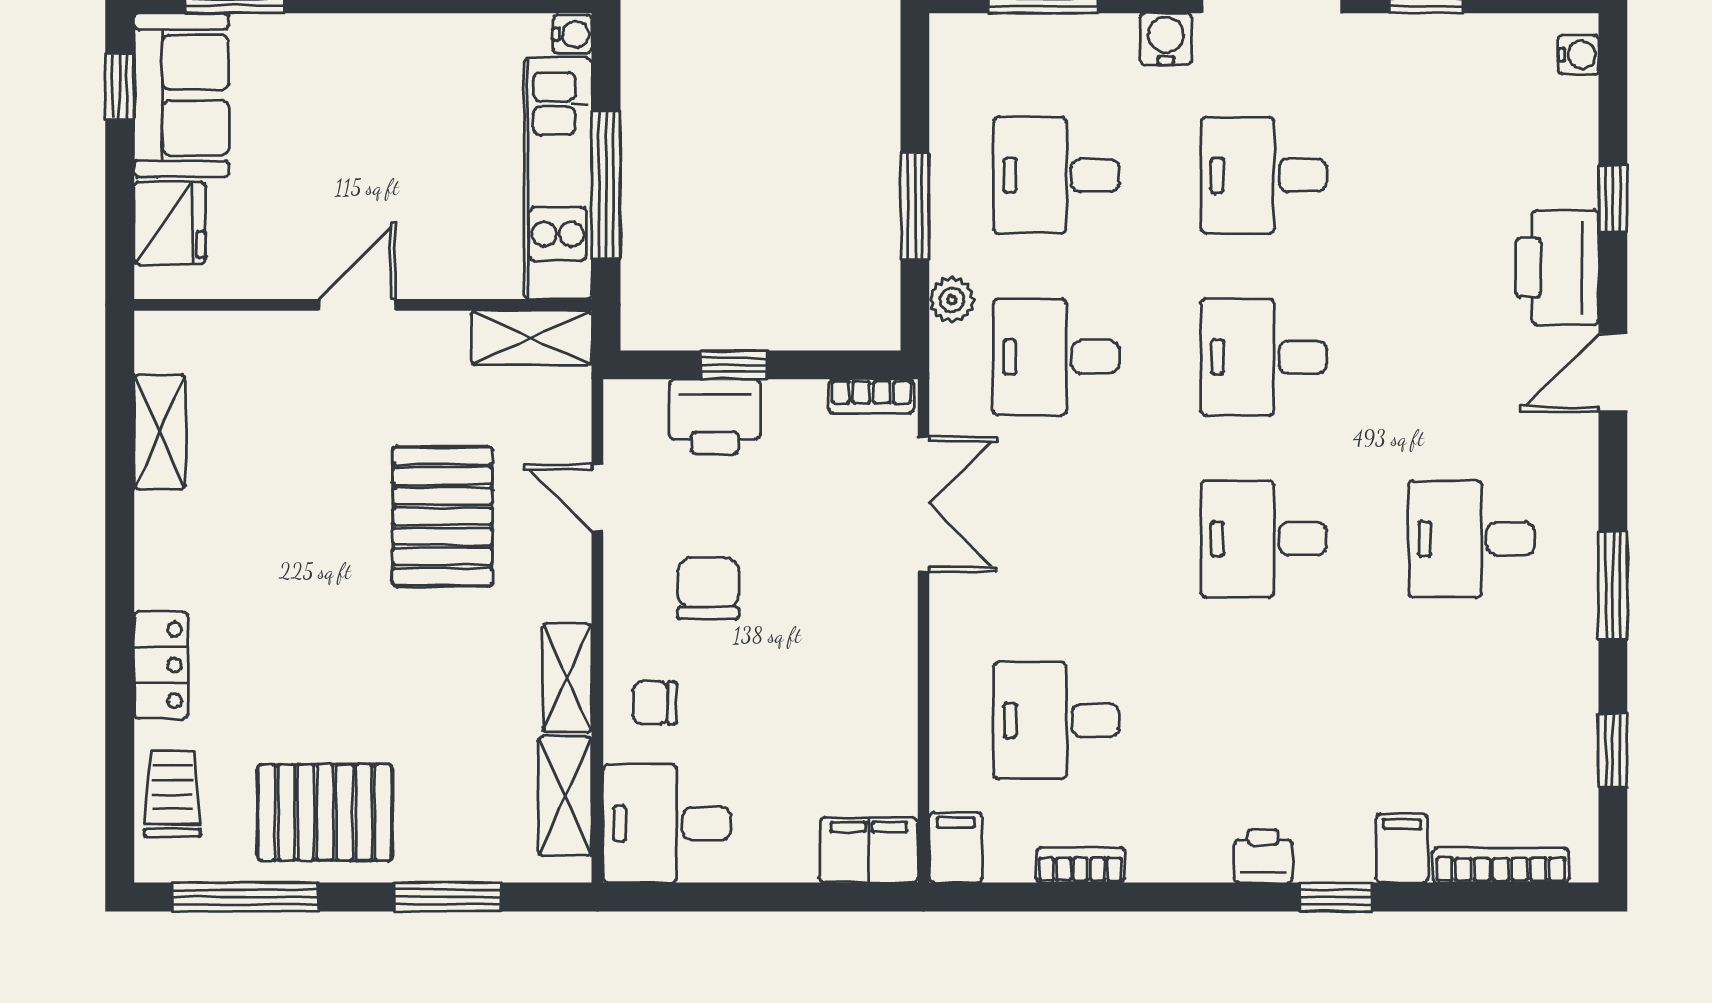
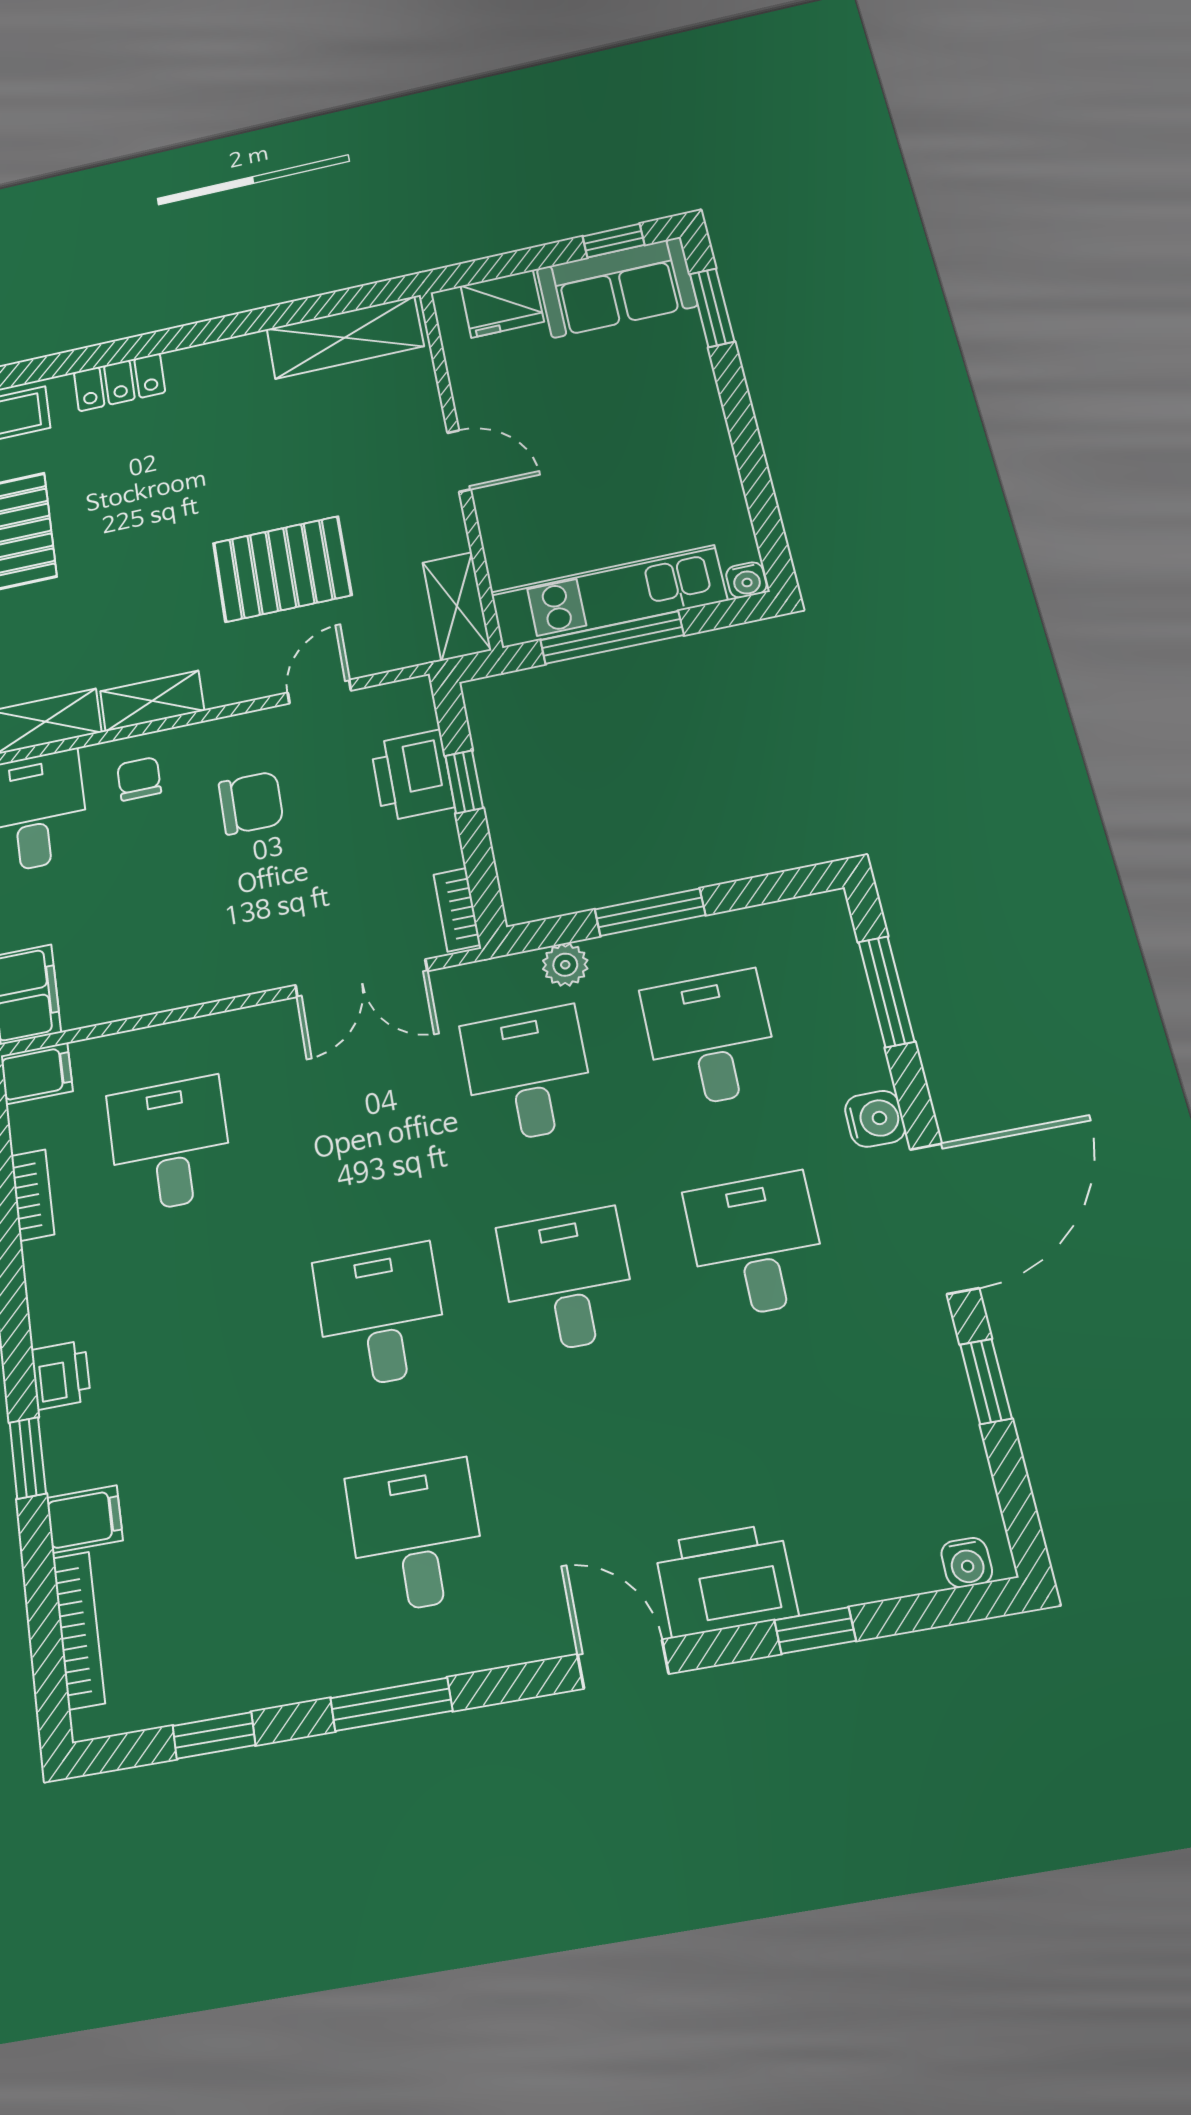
shelving: (160, 432) -> (345, 338), width x1.50, depth x1.33

